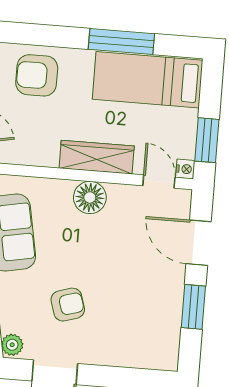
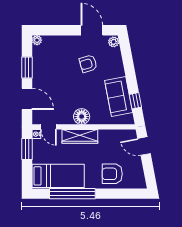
window: (121, 41) -> (72, 194), width x1.46
armchair: (37, 75) -> (112, 174), turned 180
plant: (169, 361) -> (37, 40), added

